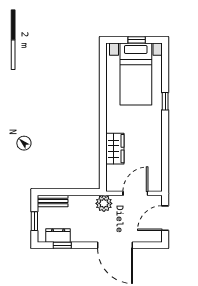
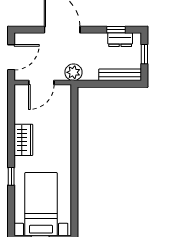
wardrobe: (115, 149) -> (23, 140), moved, turned 180
bench: (53, 201) -> (120, 75), width x1.36

